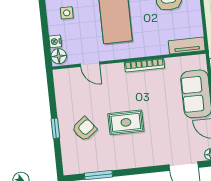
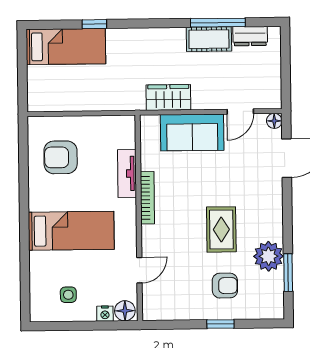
tv unit: (187, 46) -> (127, 173), moved
armchair: (84, 129) -> (225, 286), turned 128
plant: (109, 159) -> (268, 256), added

